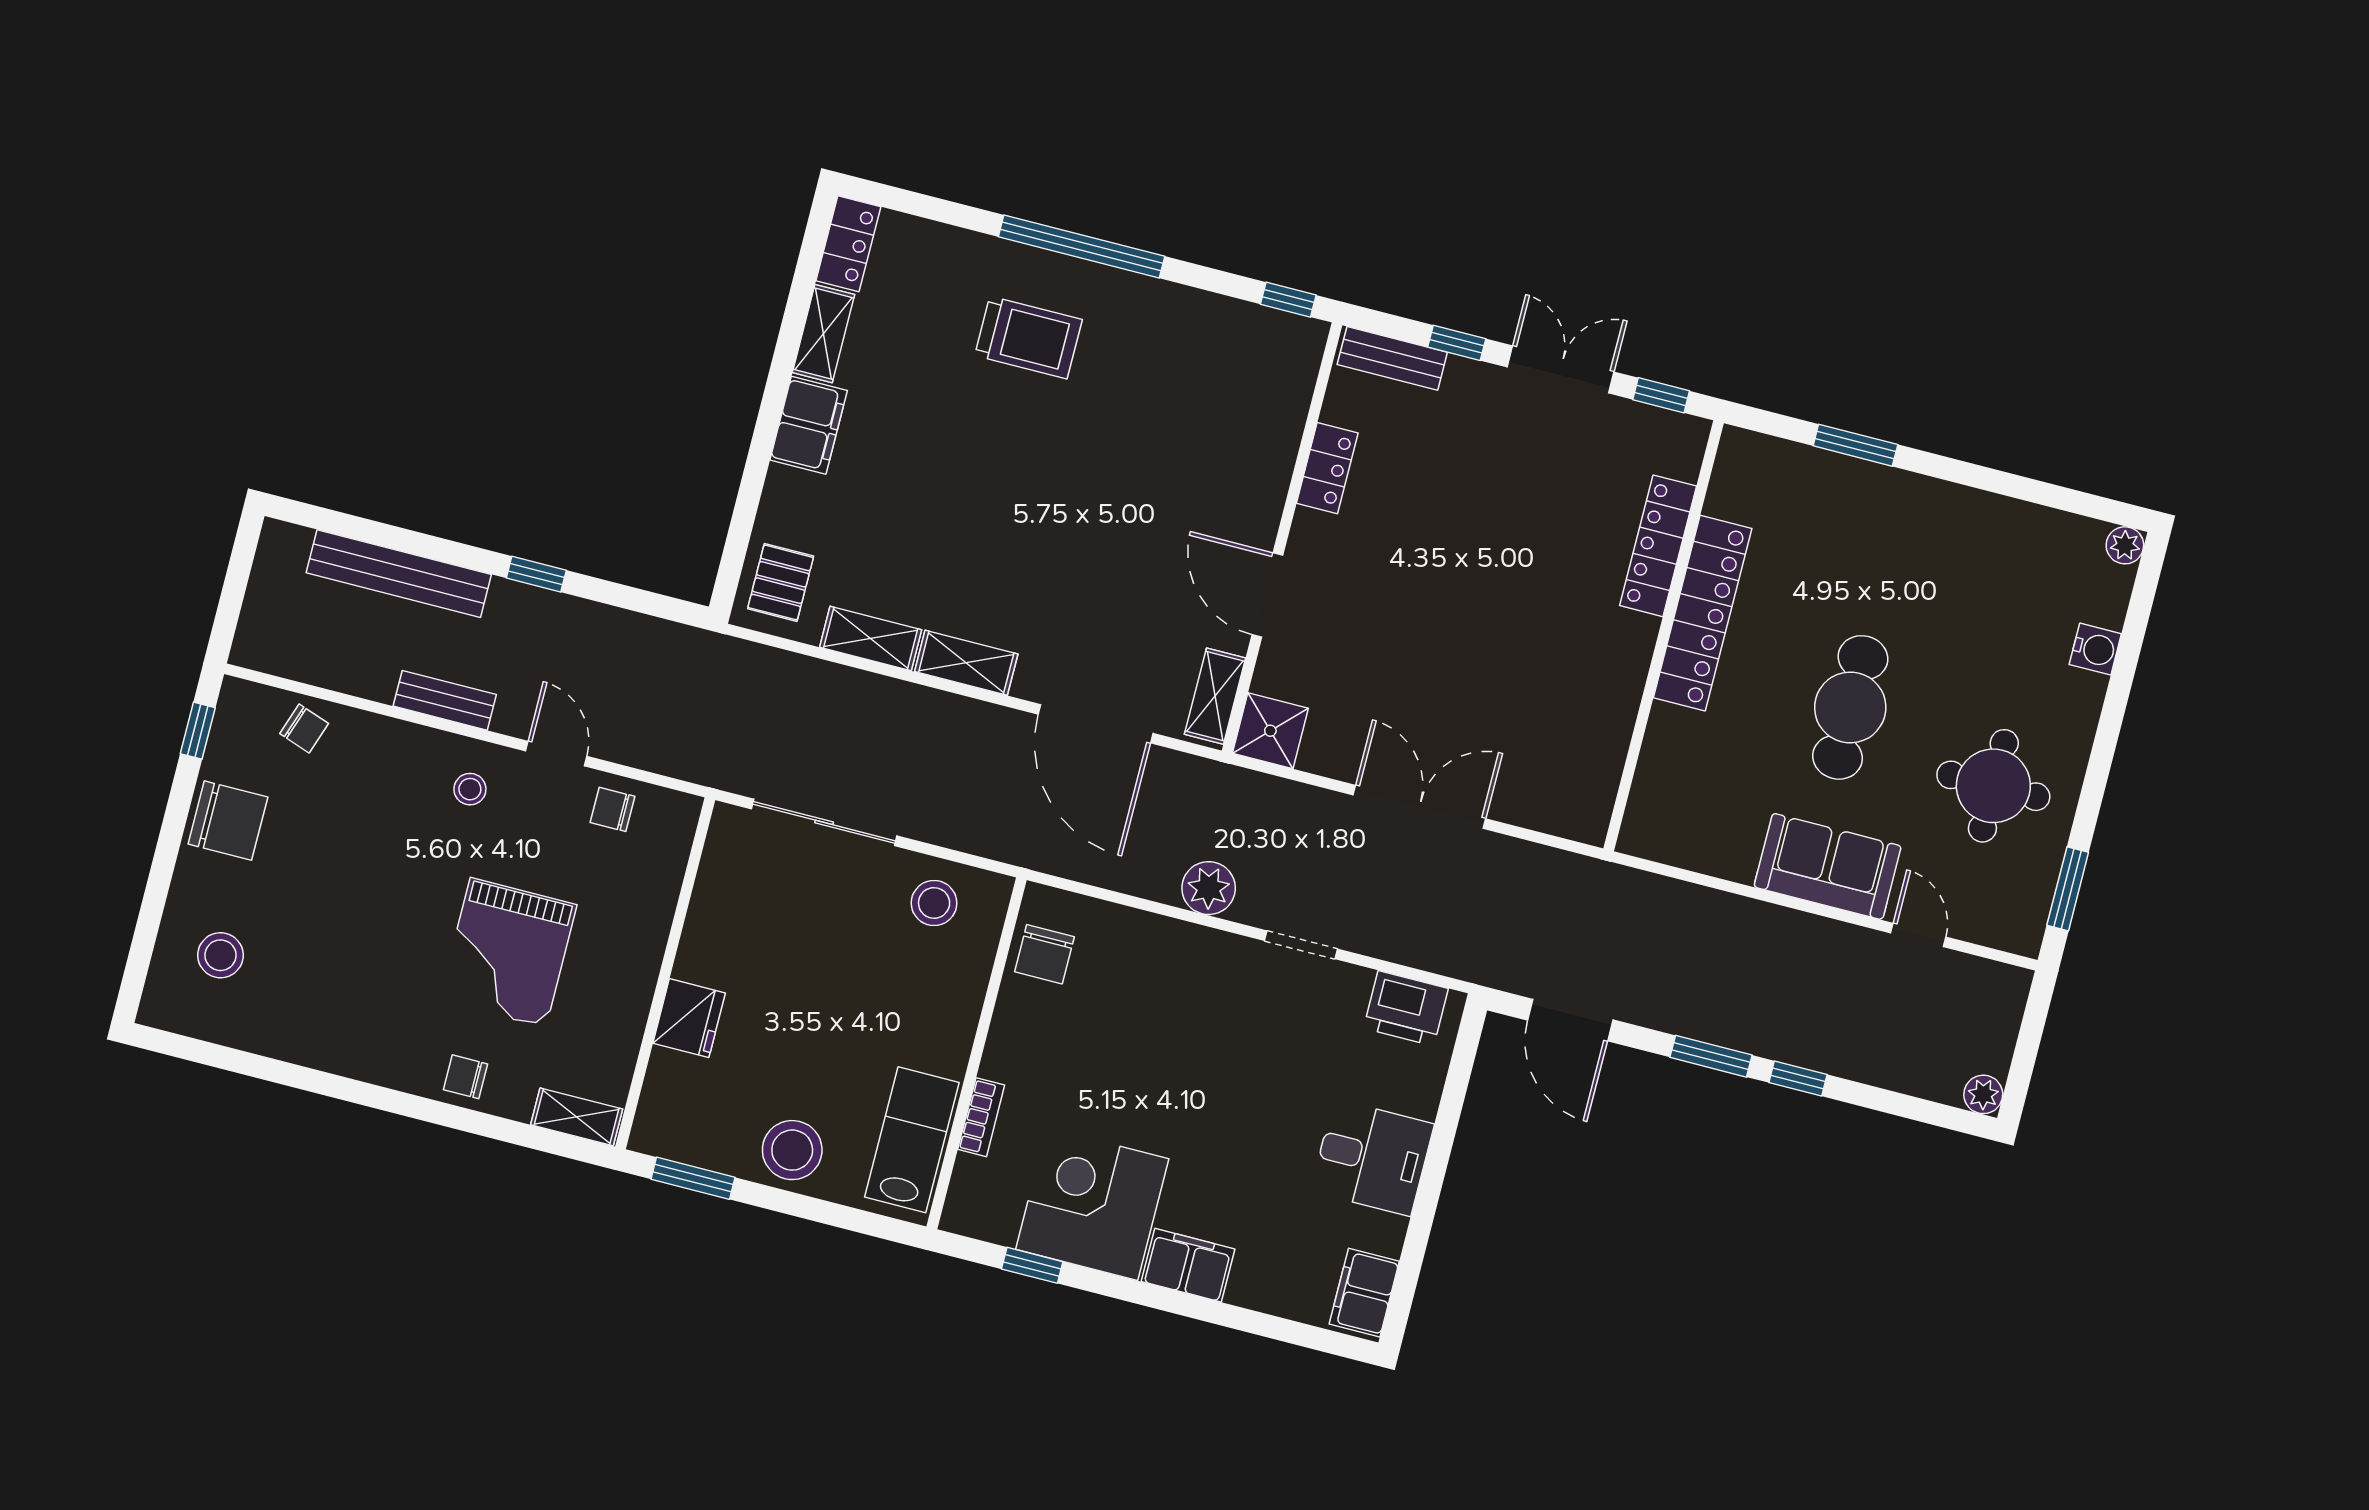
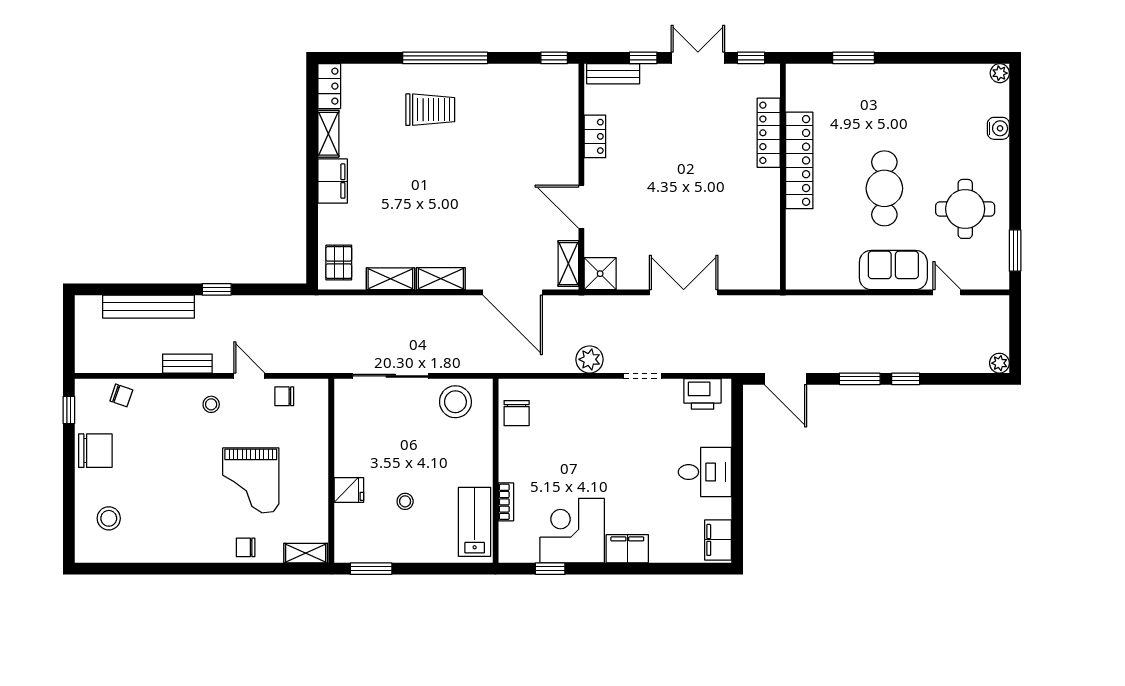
stool: (934, 903) -> (455, 402), width x1.38, depth x1.38
fridge: (689, 1018) -> (349, 490), width x0.72
stool: (792, 1150) -> (405, 501), moved, width x0.53, depth x0.53

